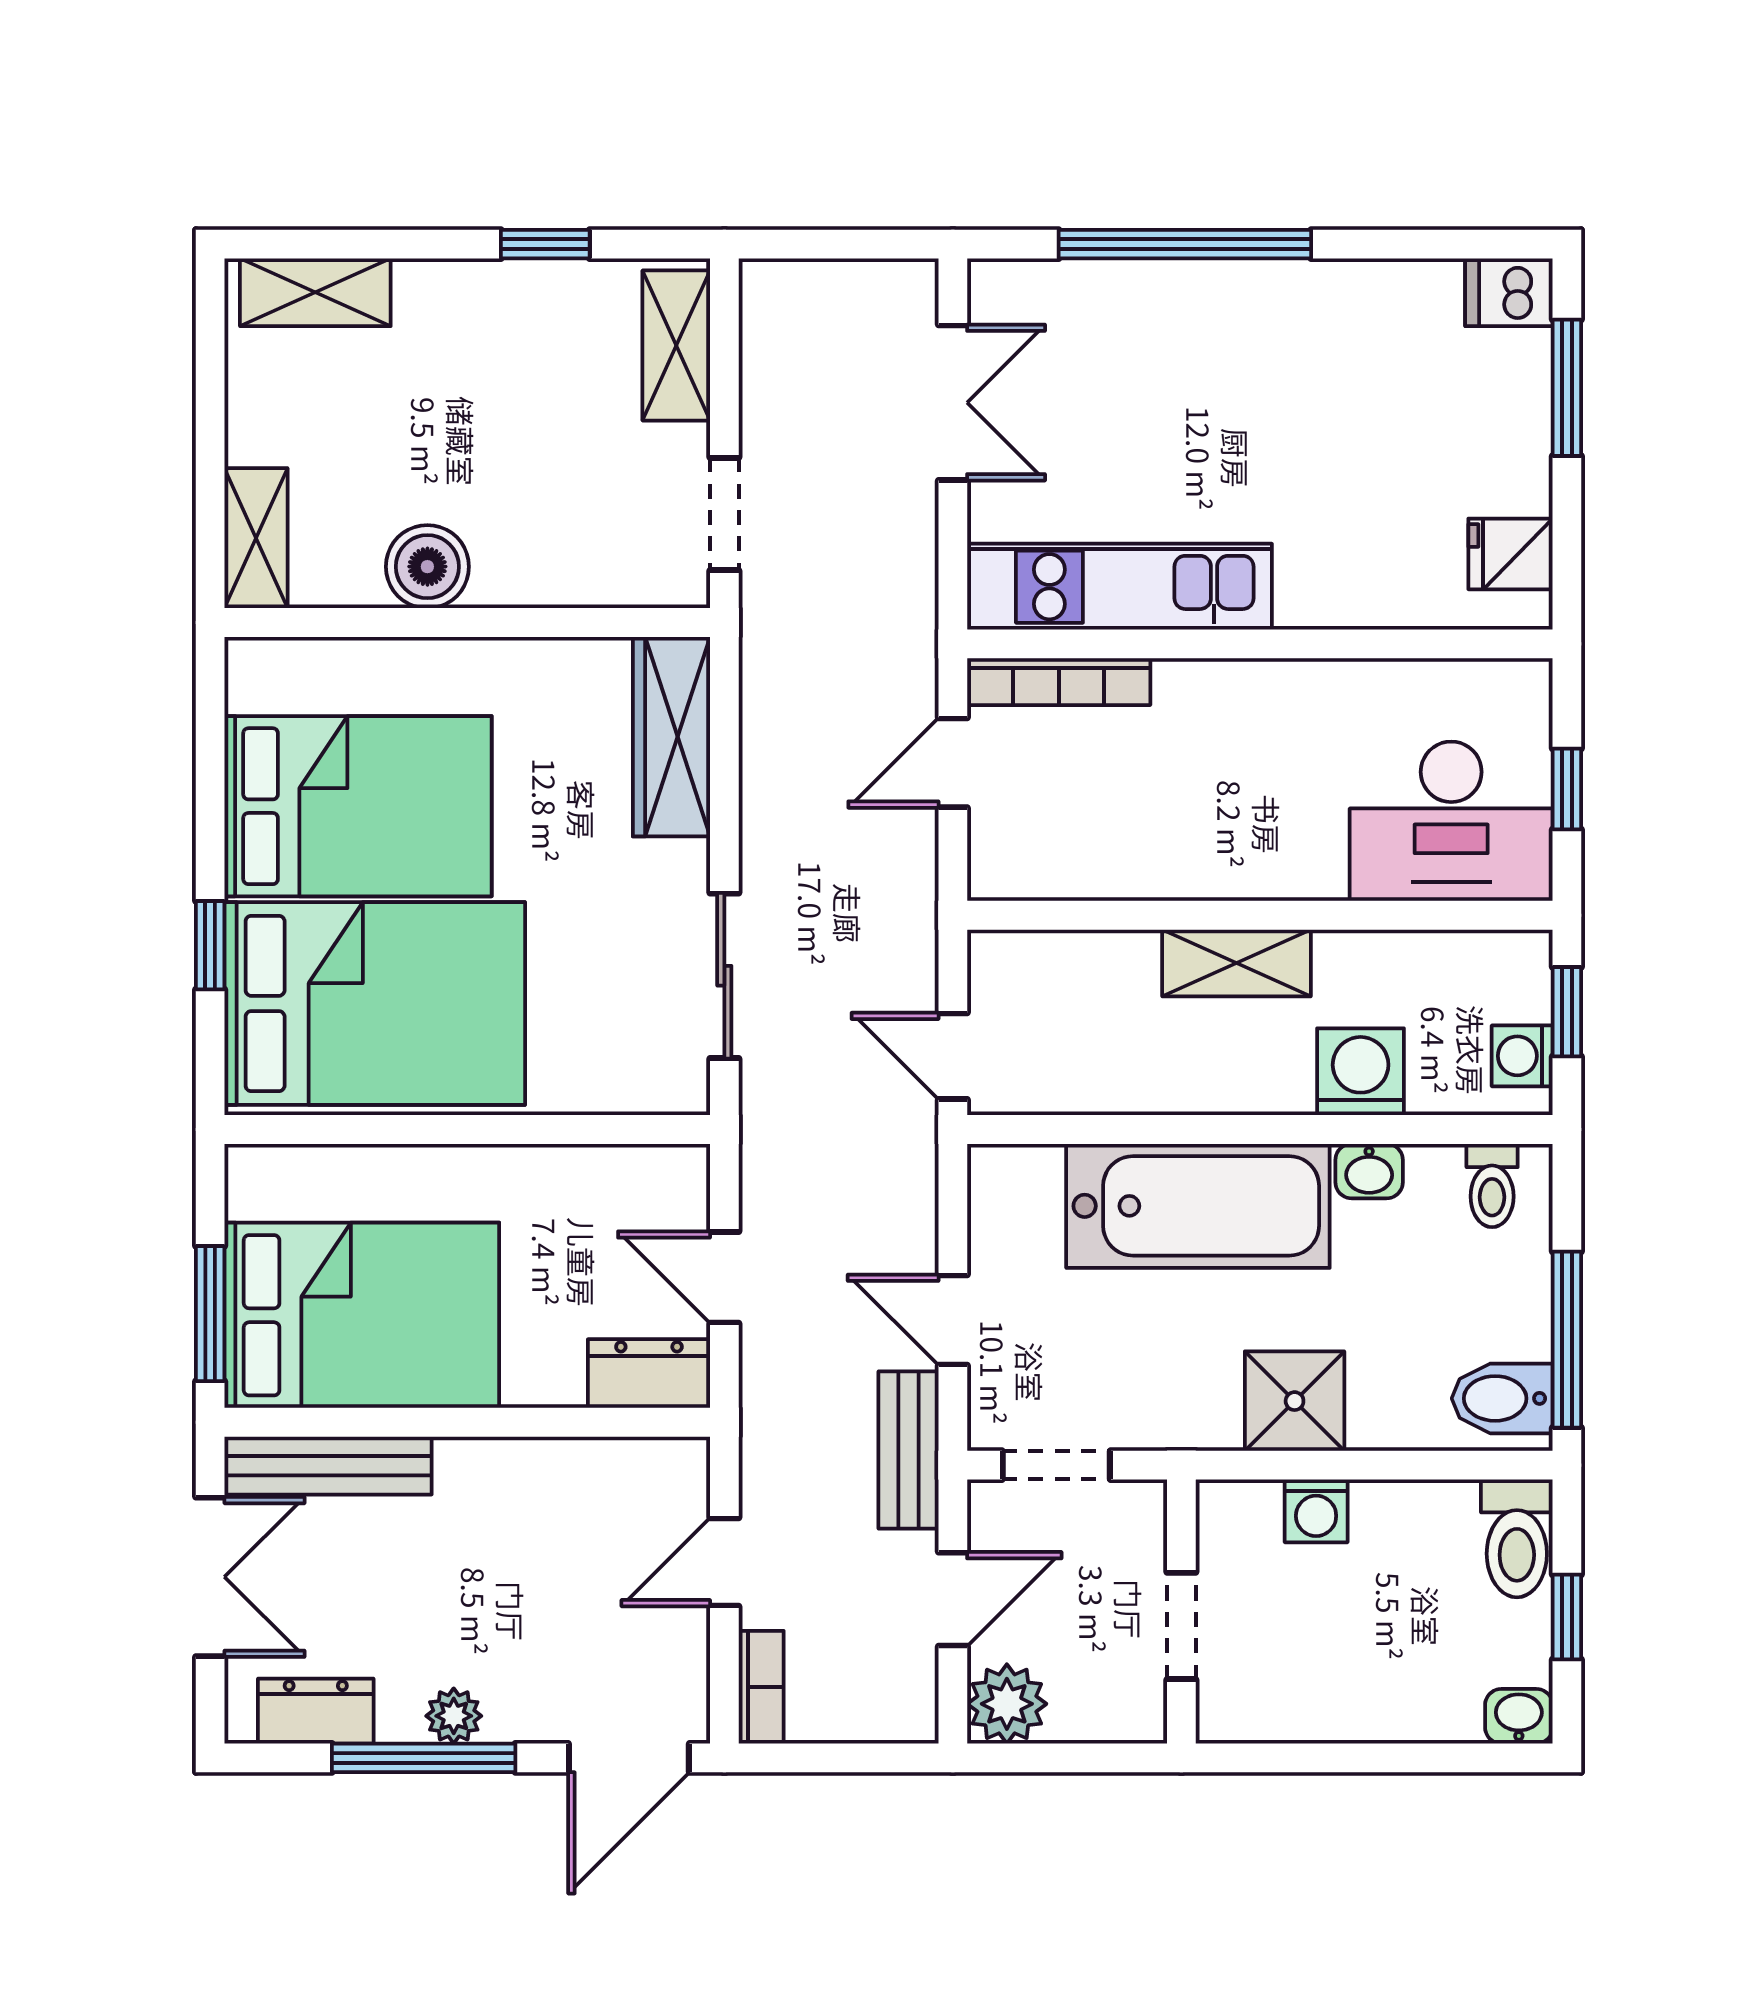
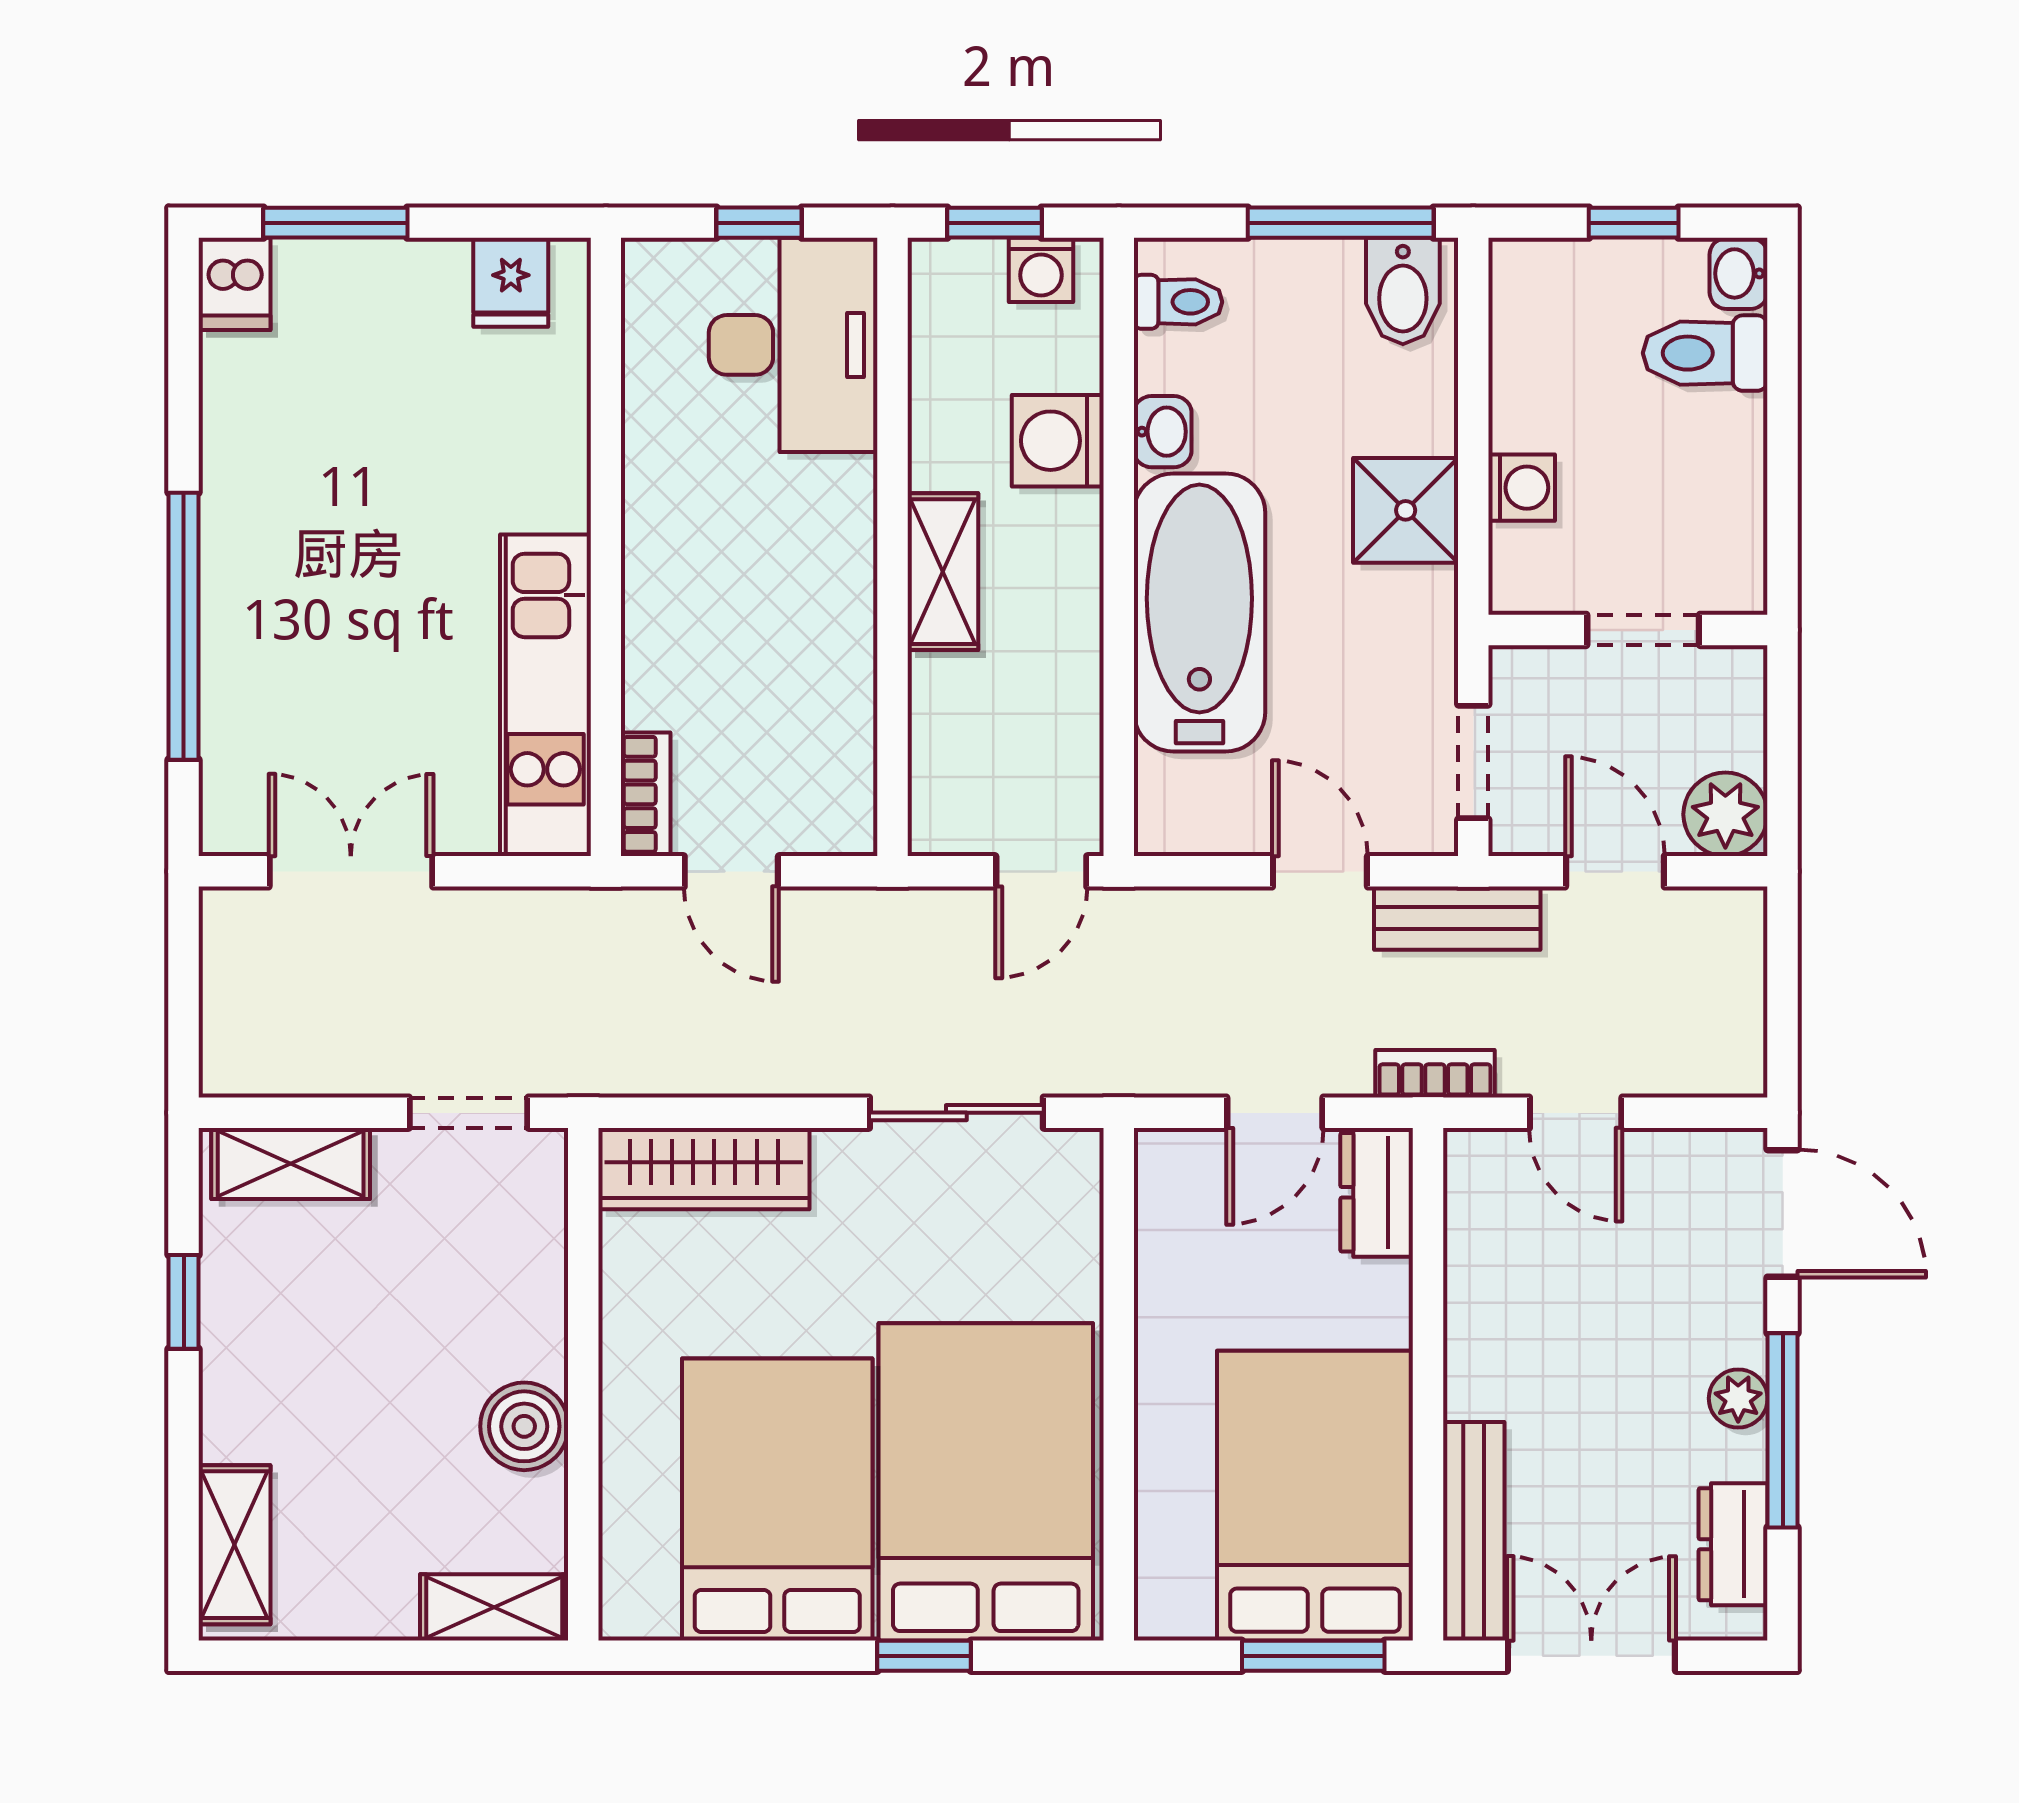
bookcase: (1059, 682) -> (646, 794), width x0.64
door: (953, 1320) -> (1320, 871), swing flipped
toilet: (1517, 1538) -> (1705, 353), moved, turned 180
bookcase: (761, 1687) -> (1435, 1074), moved

